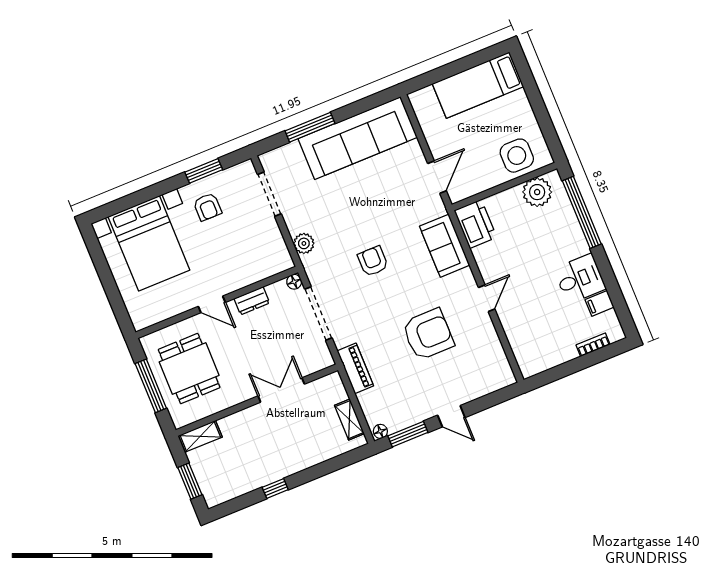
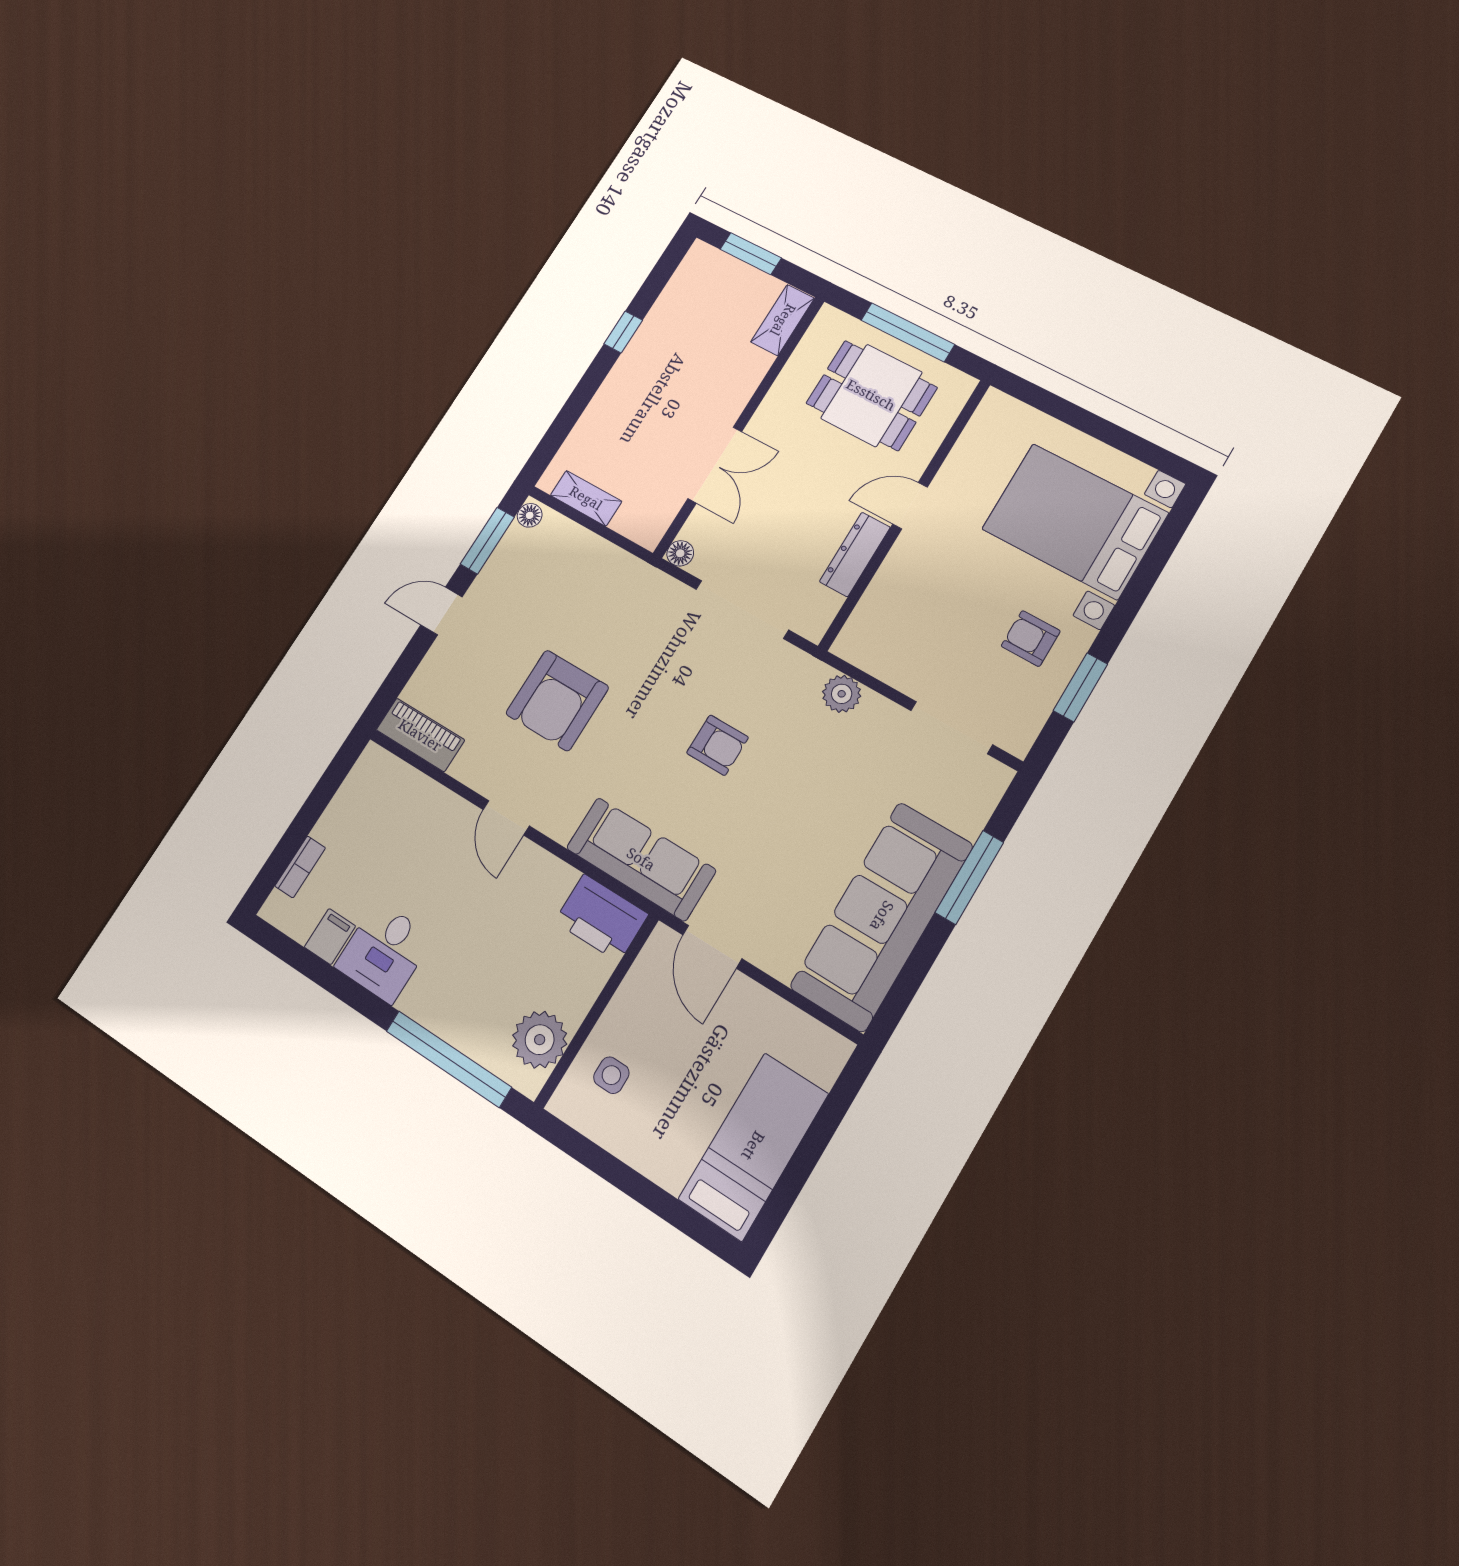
side table: (517, 156) -> (611, 1075), width x0.54, depth x0.54
sofa: (445, 246) -> (641, 859), width x1.36
floor lamp: (294, 282) -> (680, 553), moved
dresser: (252, 301) -> (855, 554), width x1.44
piano: (355, 368) -> (420, 735), moved, turned 180

